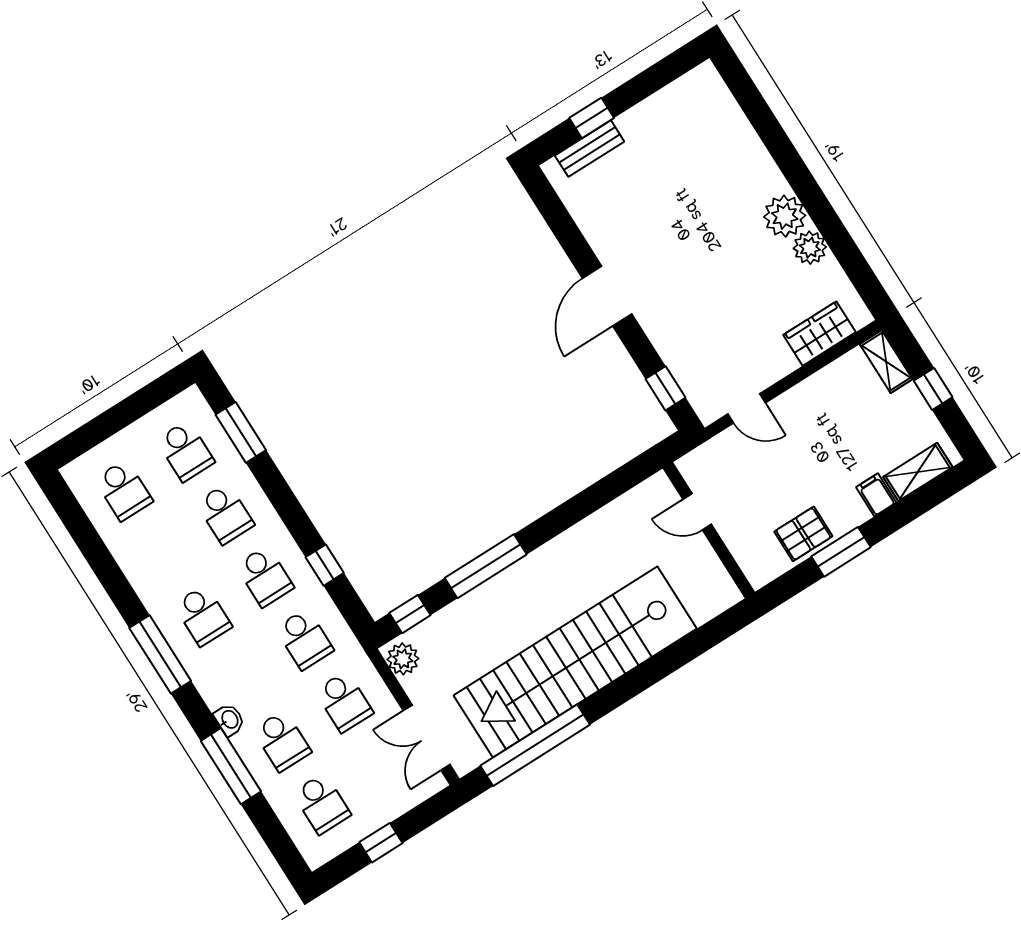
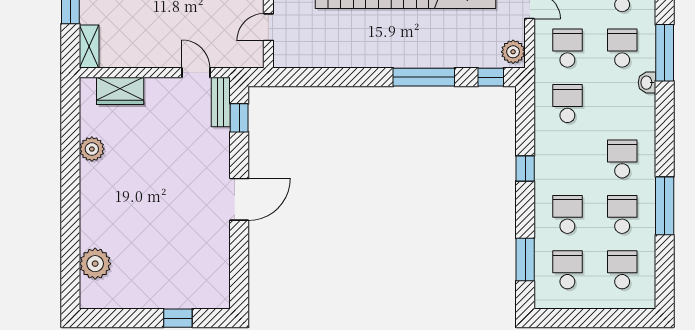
bench: (590, 149) -> (221, 102), moved, turned 90
plant: (785, 216) -> (95, 264), moved
door: (697, 512) -> (268, 27), swing flipped
window: (325, 565) -> (525, 168), moved
school desk: (265, 576) -> (622, 214), moved
window: (160, 654) -> (665, 206), moved

